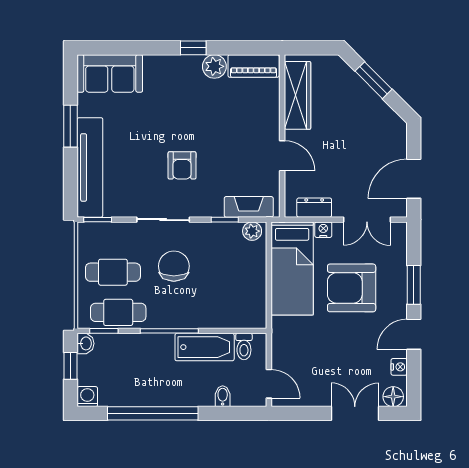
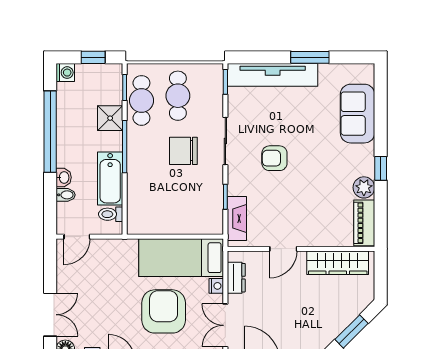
sofa: (110, 73) -> (358, 114), moved
plant: (252, 231) -> (215, 222), removed
chair: (174, 266) -> (183, 151), turned 180
washbasin: (85, 343) -> (64, 177), moved, turned -90
shower: (138, 347) -> (110, 118), added

